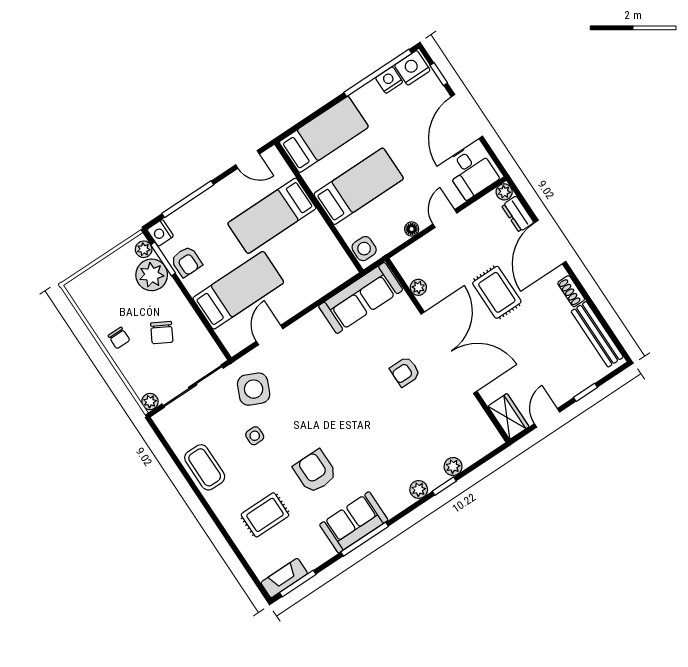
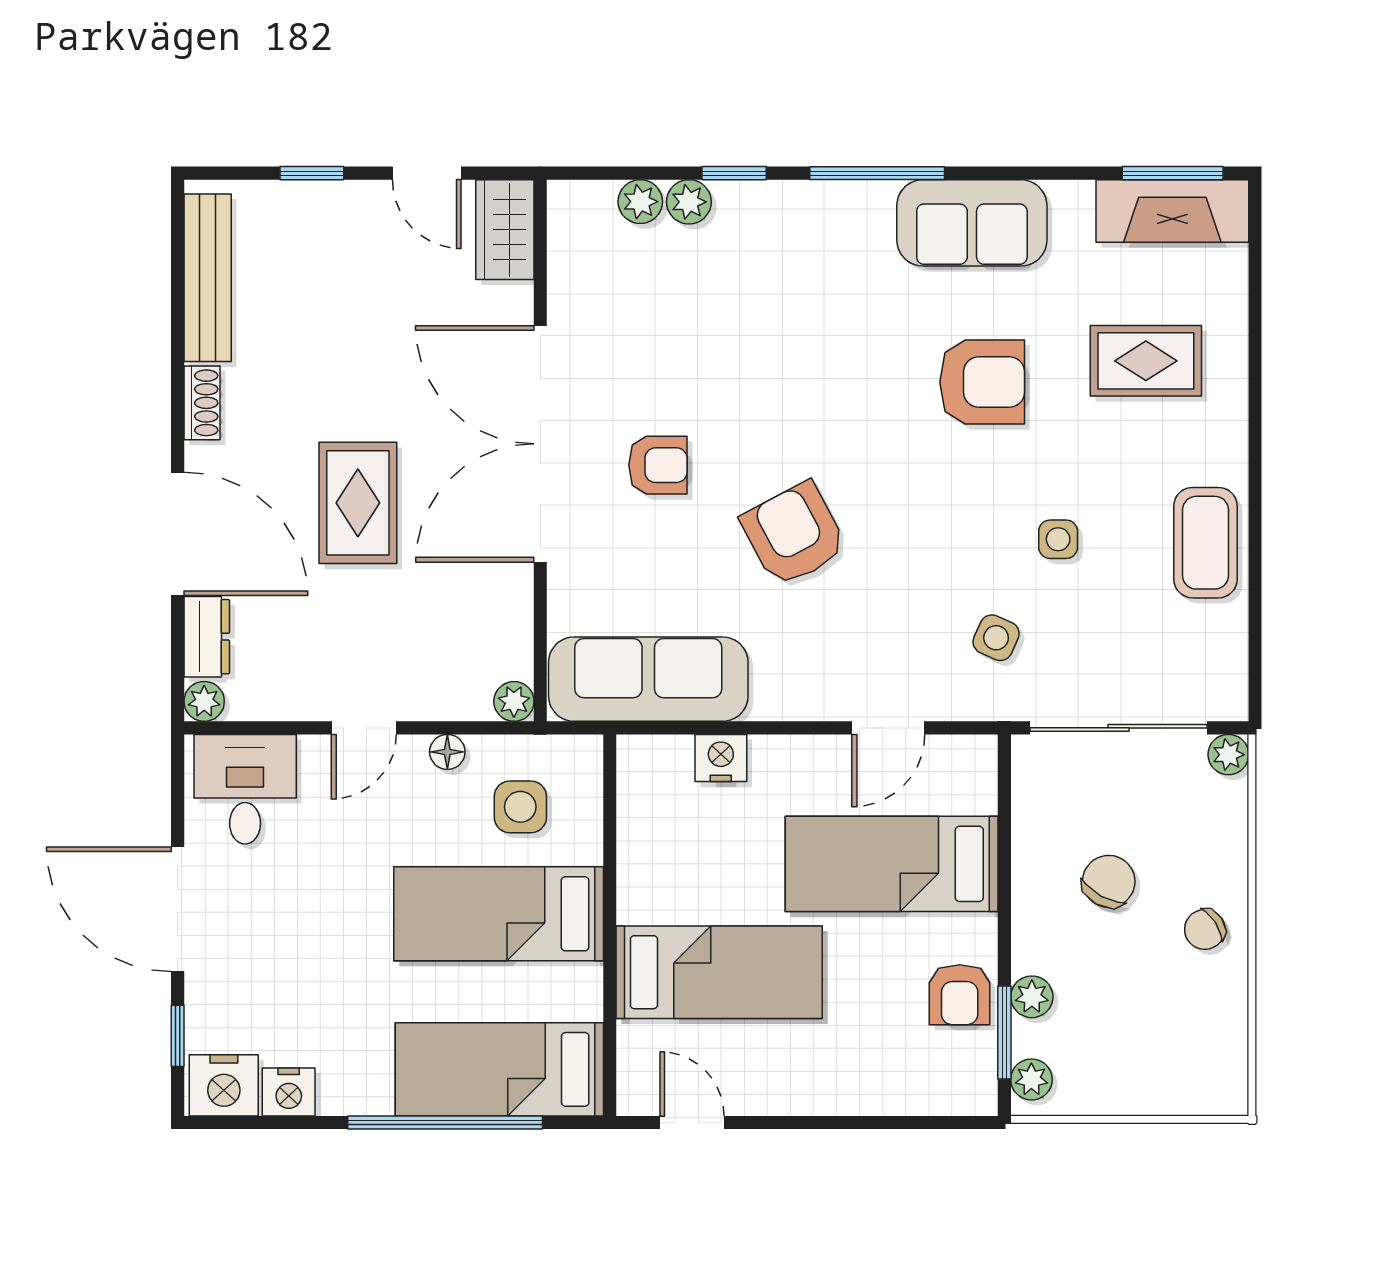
window: (378, 73) -> (445, 1123), moved
door: (467, 116) -> (178, 909), swing flipped
window: (188, 199) -> (871, 1123), removed
nightstand: (160, 233) -> (721, 758), moved, turned -90
door: (550, 242) -> (178, 534), hinge flipped
side table: (364, 249) -> (520, 807), moved
armchair: (186, 262) -> (960, 995), turned 180
plant: (152, 275) -> (1032, 997), width x0.53, depth x0.53
plant: (418, 287) -> (514, 701), moved
chair: (119, 338) -> (1205, 929), turned -123
armchair: (344, 379) -> (794, 534), added
side table: (254, 389) -> (996, 638), width x0.54, depth x0.54
door: (547, 418) -> (427, 173), hinge flipped
armchair: (315, 471) -> (982, 382), turned -90
plant: (419, 489) -> (640, 202), moved
window: (365, 539) -> (877, 173), moved
fireplace: (284, 578) -> (1172, 211), width x1.37, depth x1.32

